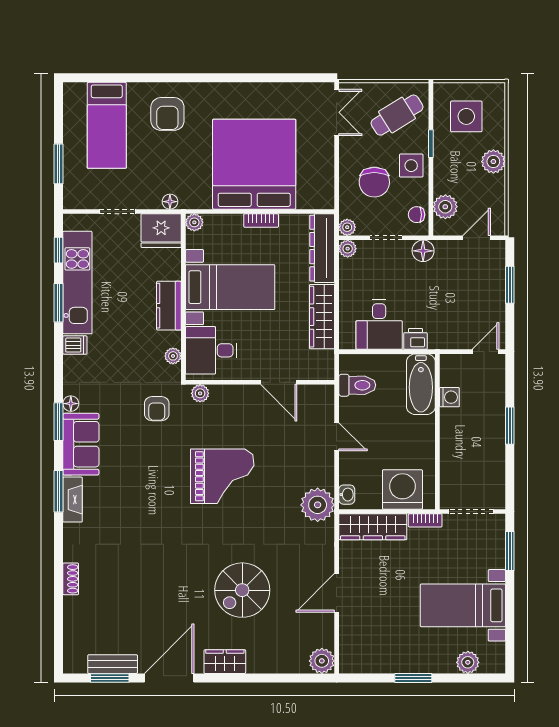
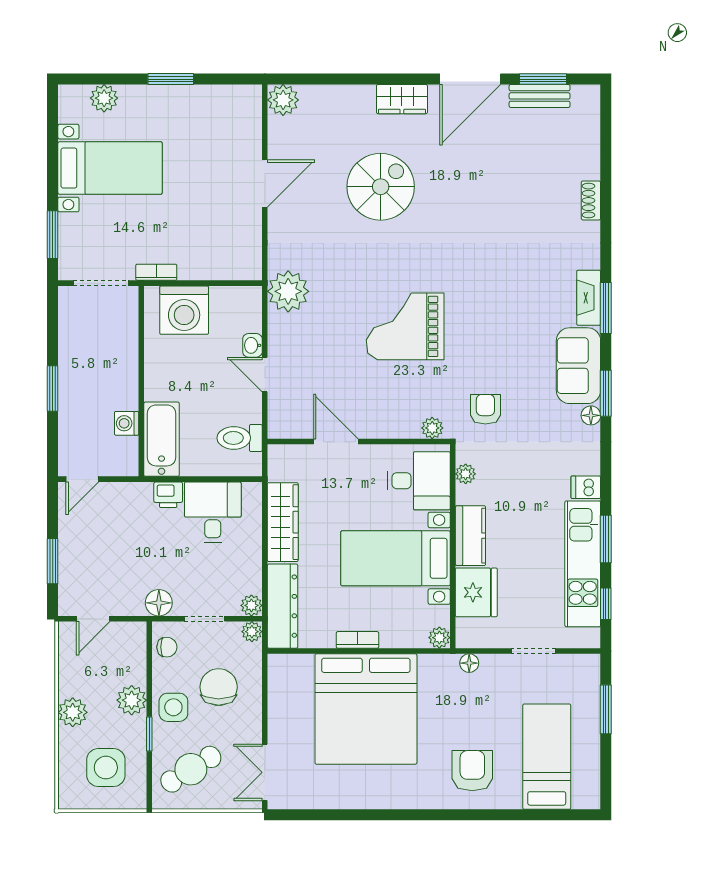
plant: (445, 207) -> (132, 700), moved
fridge: (161, 231) -> (476, 592), moved, turned 90
washbasin: (347, 495) -> (252, 345), moved
wardrobe: (373, 527) -> (220, 264), removed

